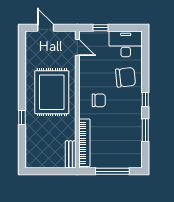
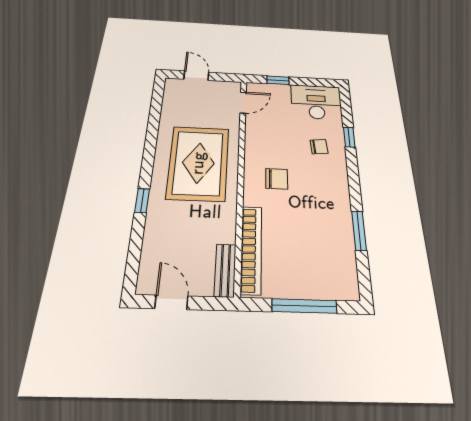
door: (77, 47) -> (243, 103), hinge flipped
chair: (126, 77) -> (319, 147), width x0.54, depth x0.54
window: (145, 100) -> (349, 137), moved
door: (44, 171) -> (171, 302), added

